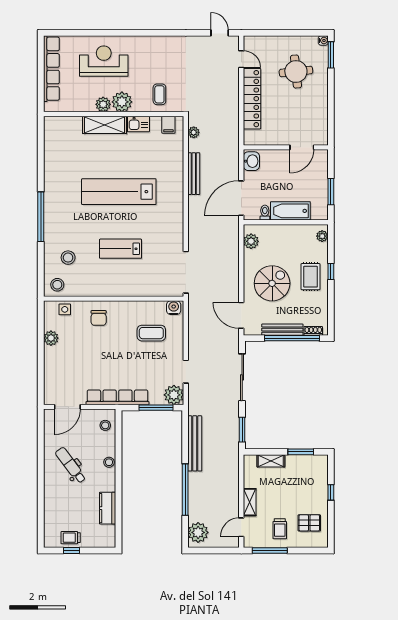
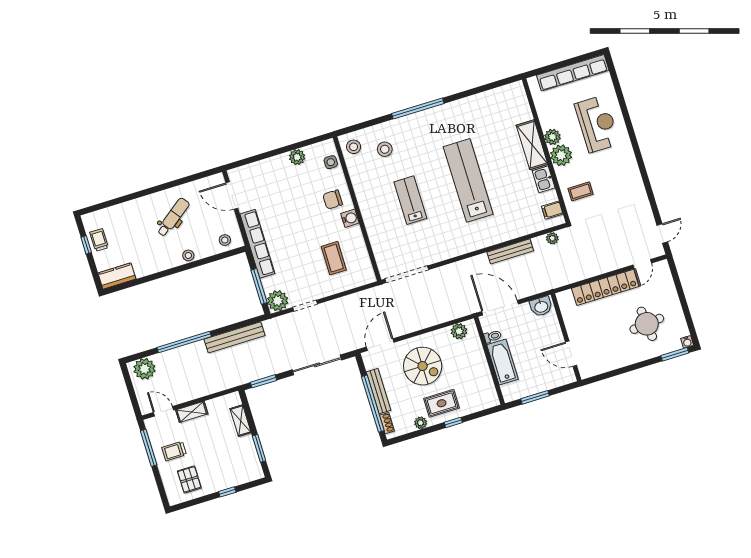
plant: (322, 236) -> (421, 423), moved
water cooler: (174, 308) -> (350, 218), moved
kitchen counter: (108, 508) -> (117, 276), moved

